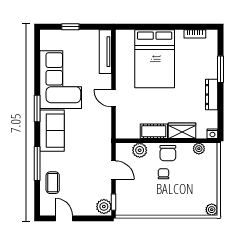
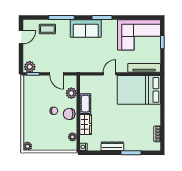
bed: (155, 59) -> (139, 90), moved
corner sofa: (61, 80) -> (139, 35), moved
door: (113, 170) -> (57, 74), hinge flipped

